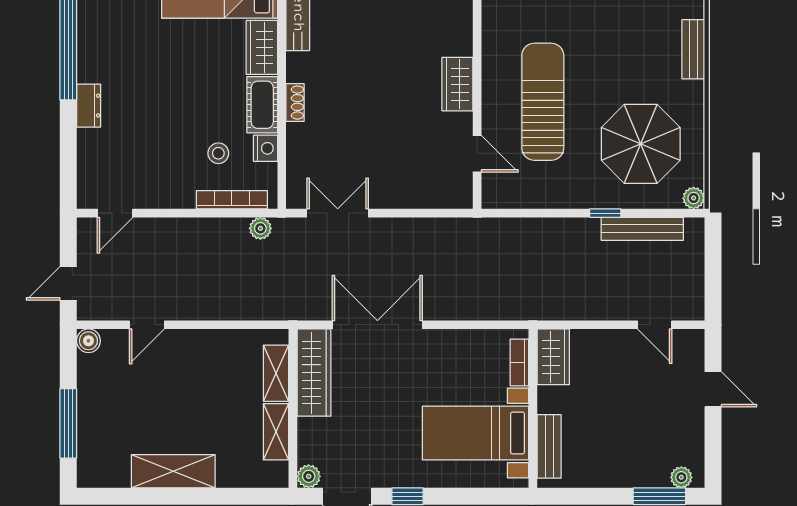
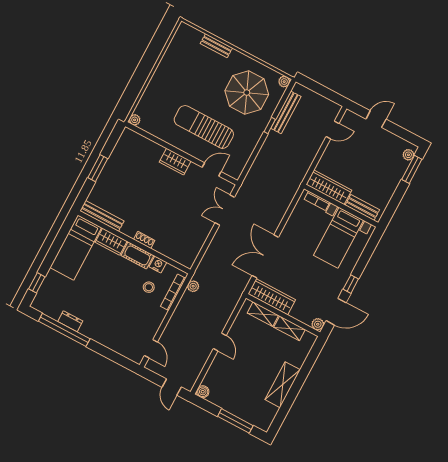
dresser: (89, 106) -> (70, 321), moved
double door: (338, 213) -> (225, 210), moved
door: (147, 325) -> (220, 342), moved
wardrobe: (553, 357) -> (329, 187), width x1.50

